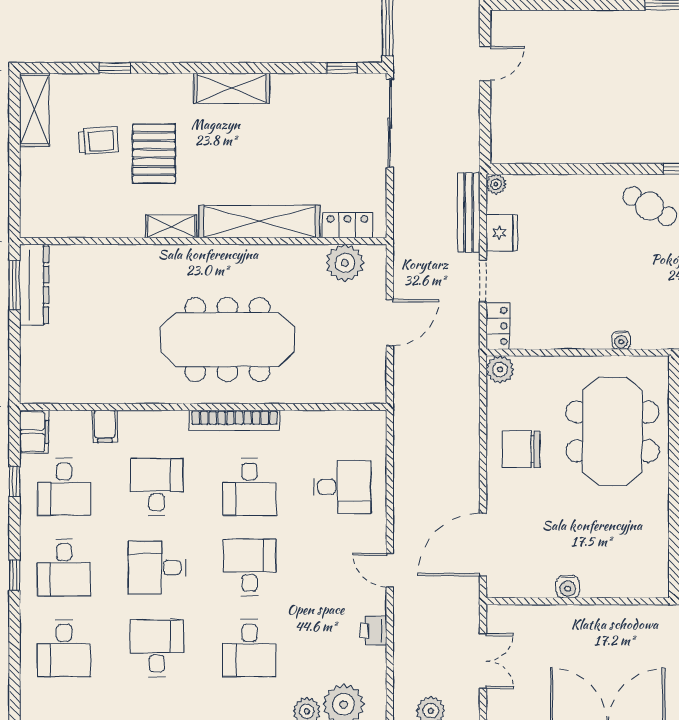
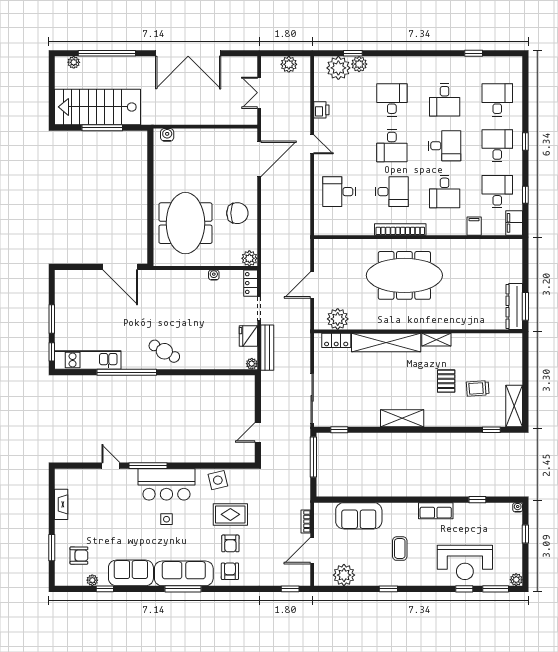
window: (115, 68) -> (491, 430), moved
pallet: (154, 154) -> (446, 381), width x0.67, depth x0.71
water cooler: (621, 340) -> (214, 275), moved
desk: (249, 487) -> (392, 192), turned 90
water cooler: (568, 587) -> (167, 135), moved

